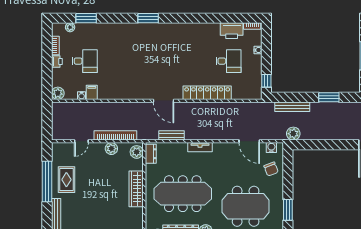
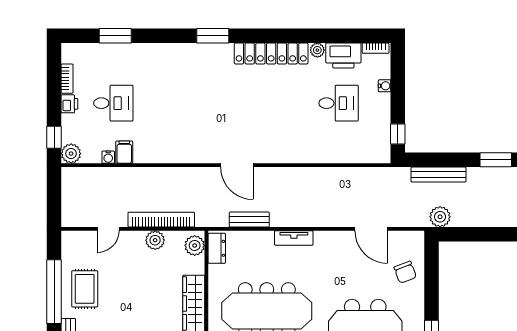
plant: (70, 27) -> (317, 50), moved
window: (47, 83) -> (54, 137), added
locker: (207, 93) -> (271, 54), moved, turned 180
water cooler: (271, 148) -> (406, 239), removed

